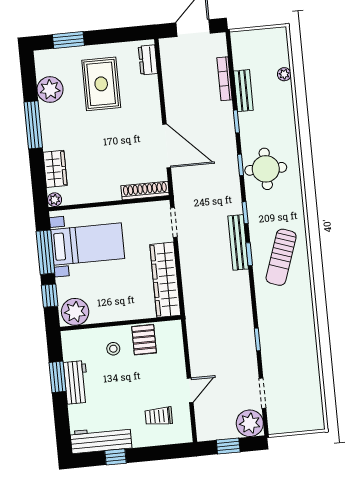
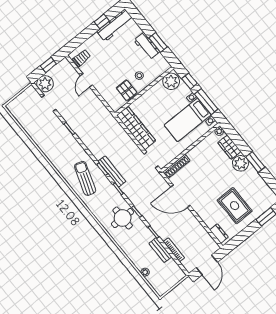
plant: (50, 90) -> (241, 163), moved
window: (33, 125) -> (255, 162), width x0.69
trolley: (159, 416) -> (82, 58), moved

